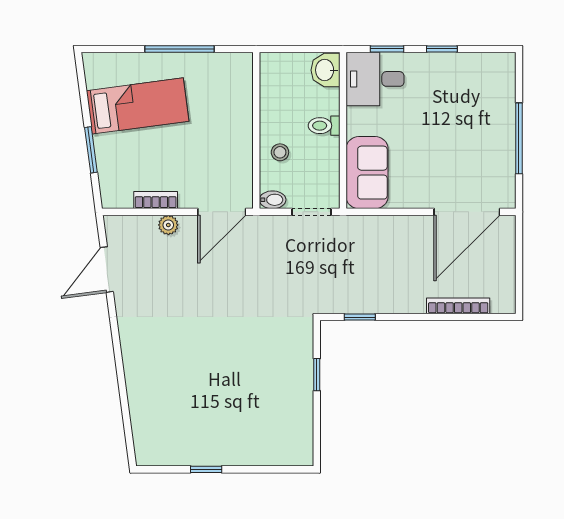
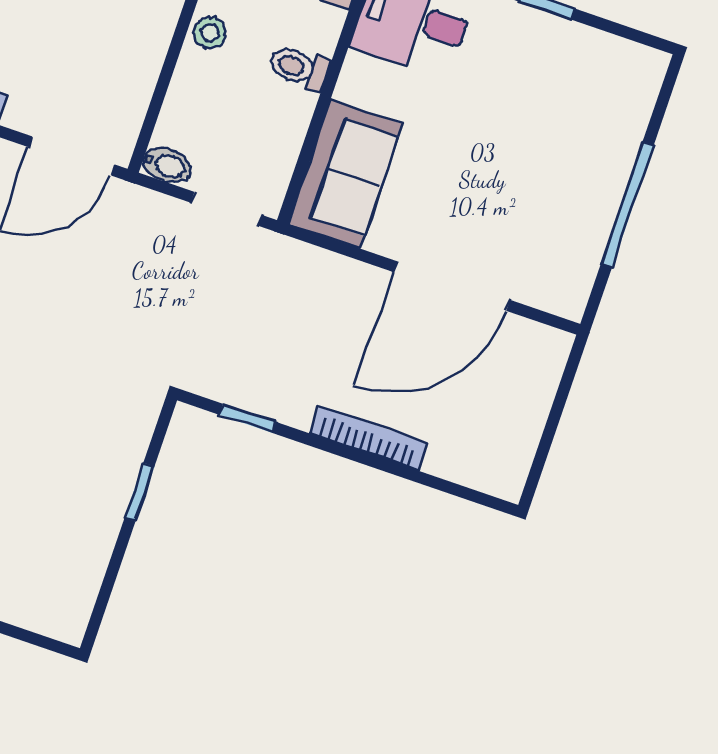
stool: (280, 152) -> (210, 33), moved
door: (467, 212) -> (452, 286), moved
bookcase: (458, 306) -> (368, 438), moved

